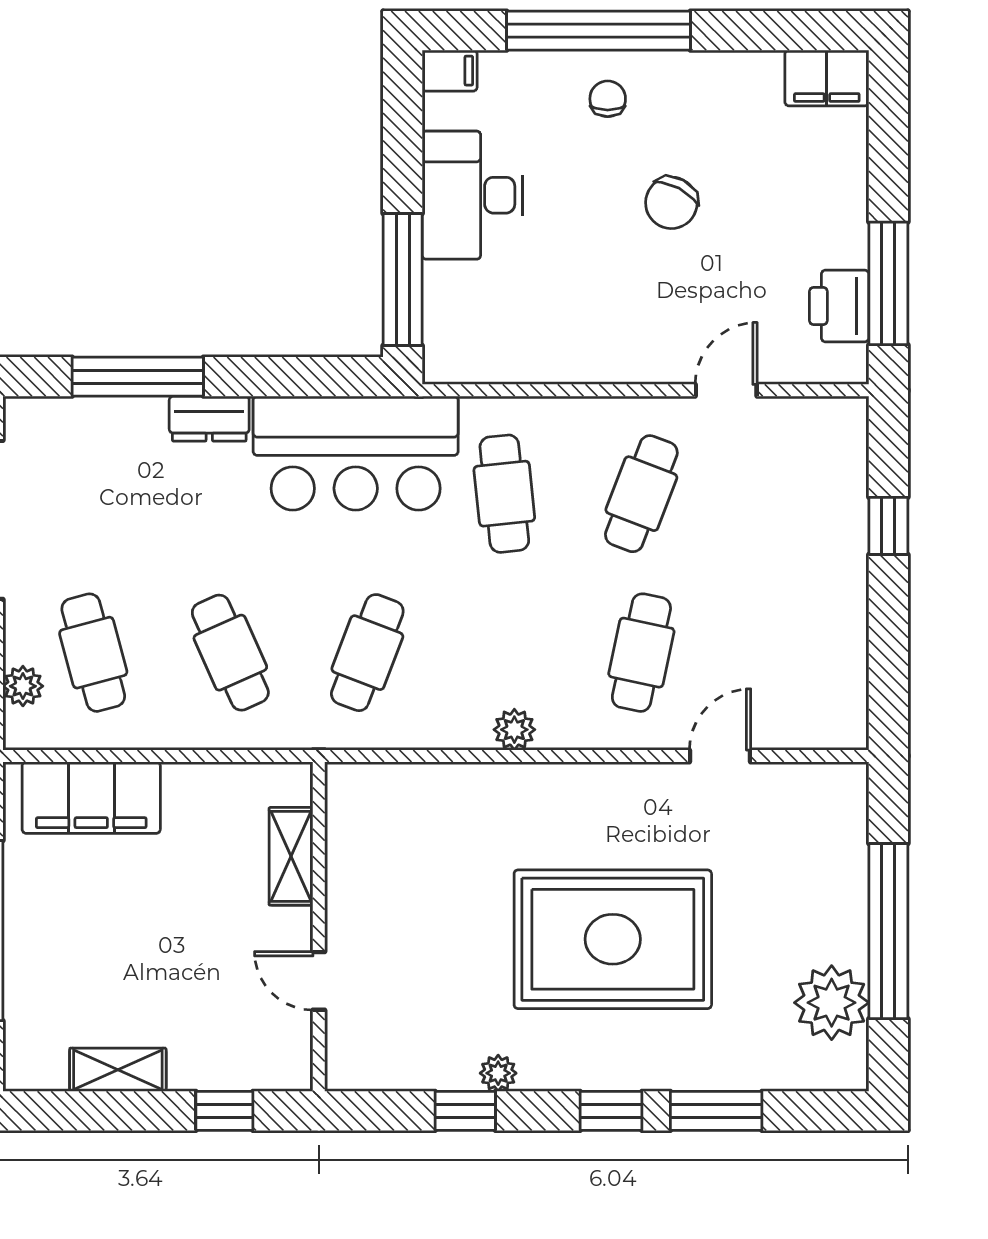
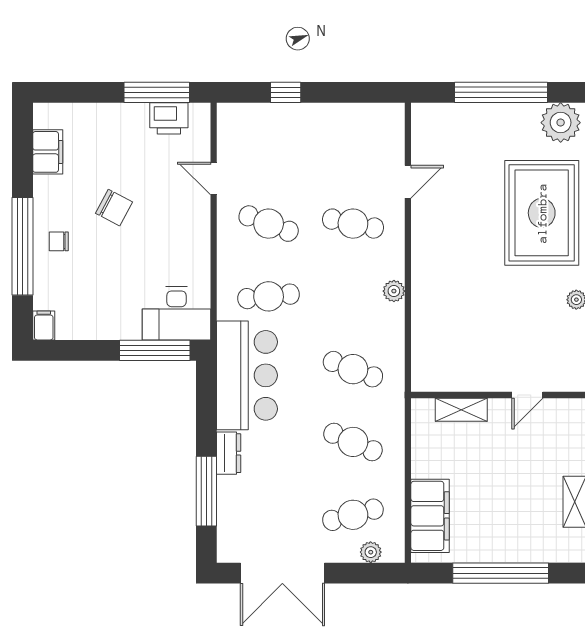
filing cabinet: (827, 78) -> (48, 152), moved
desk: (473, 195) -> (176, 313), moved
cafe table: (230, 653) -> (353, 442), turned 48
door: (720, 756) -> (408, 182), swing flipped
rug: (613, 939) -> (542, 213), moved
plant: (832, 1003) -> (561, 123), moved

